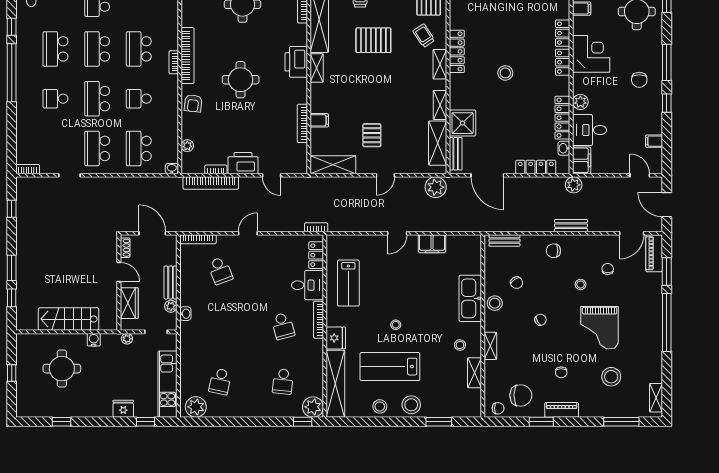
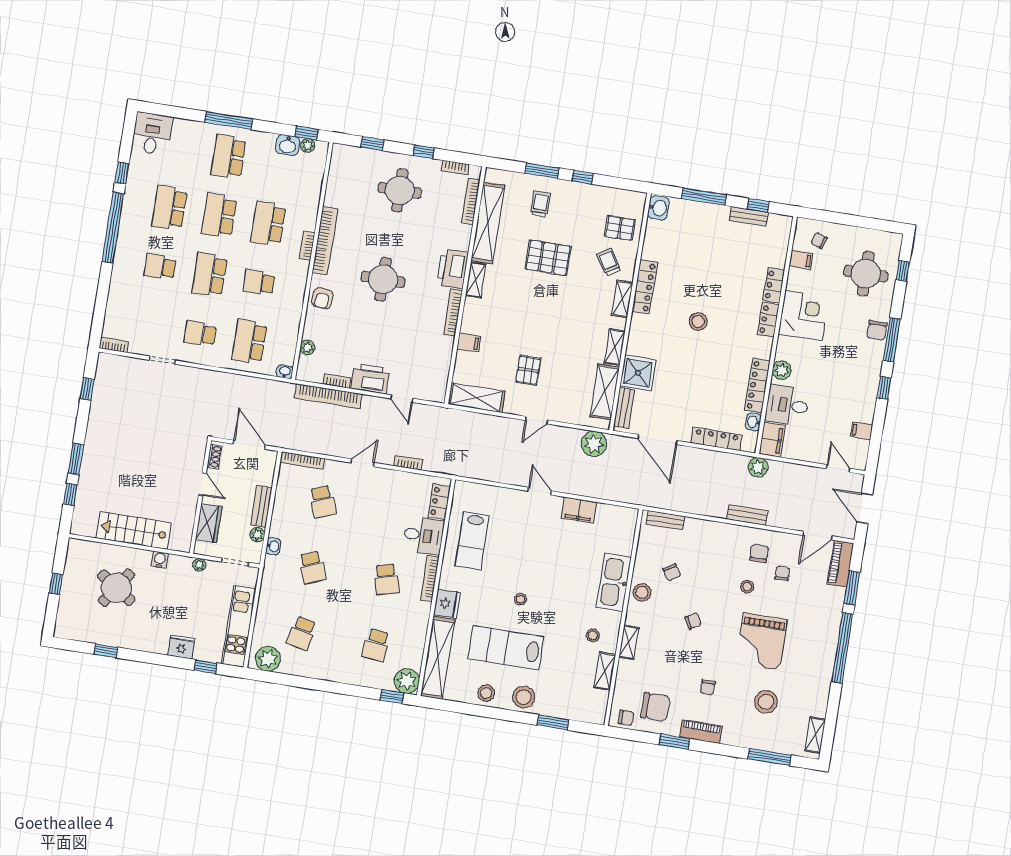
chair: (639, 80) -> (877, 330), moved
bookcase: (302, 123) -> (453, 313), moved
school desk: (97, 148) -> (200, 334), width x0.54
bookcase: (316, 227) -> (408, 463), moved
door: (397, 233) -> (540, 491), swing flipped
chair: (553, 251) -> (759, 553), moved, turned 90
school desk: (220, 326) -> (312, 567), added
round table: (62, 369) -> (116, 588), turned 34

